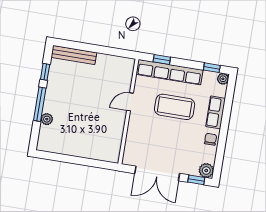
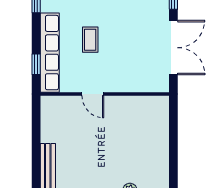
coffee table: (175, 107) -> (90, 40), width x0.54, depth x0.58

